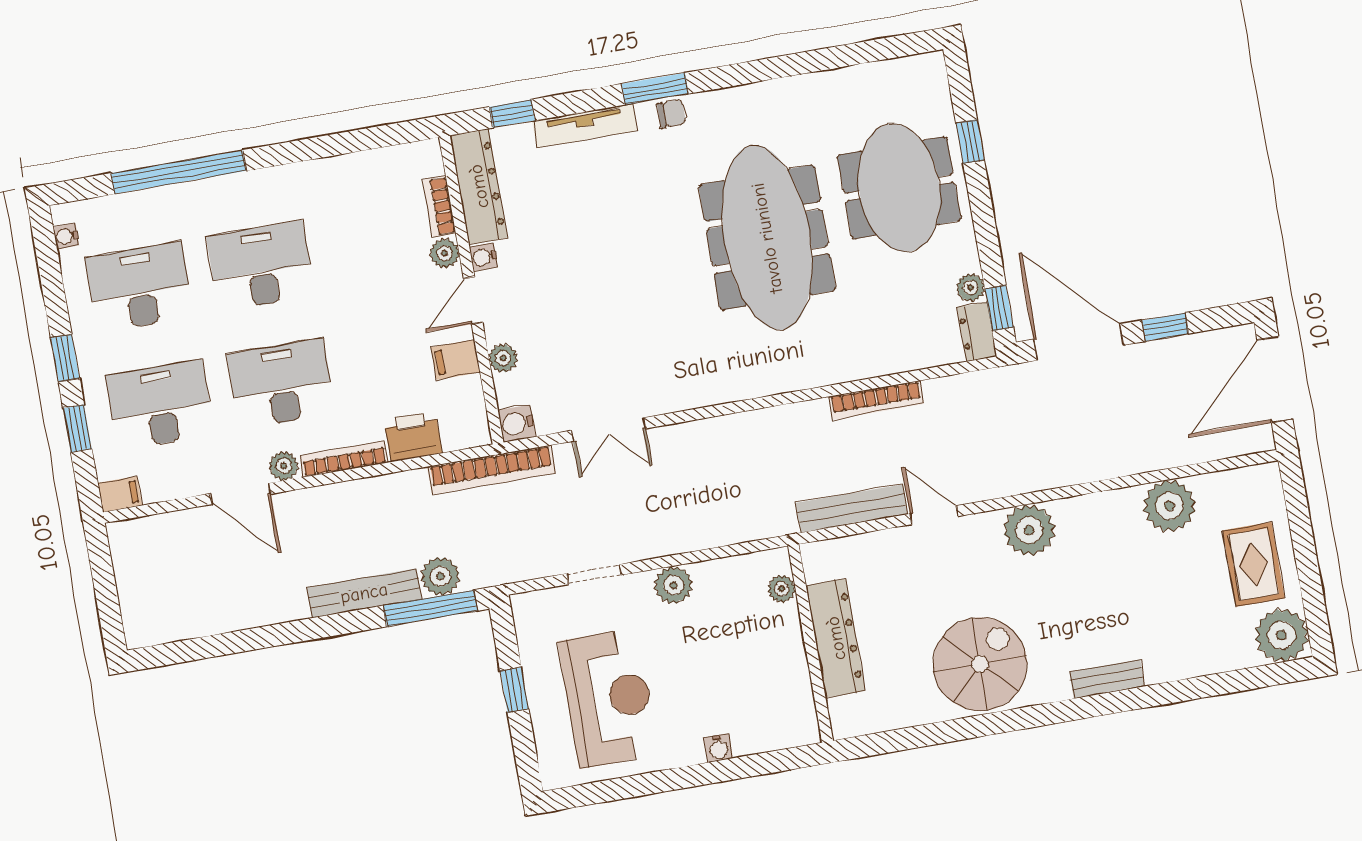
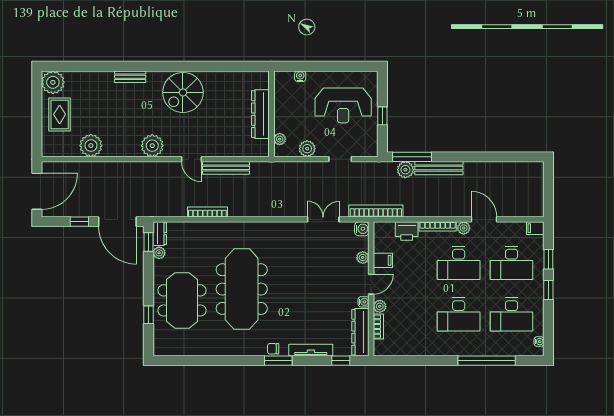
plant: (782, 589) -> (280, 139), moved
dresser: (836, 638) -> (260, 114), moved
wall: (810, 643) -> (271, 114), moved
reception desk: (609, 698) -> (343, 105), turned -90

